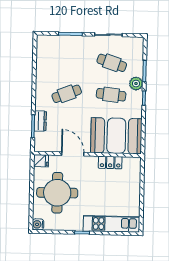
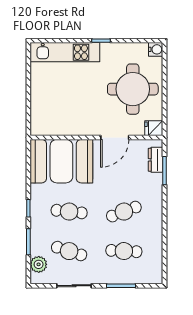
cafe table: (67, 62) -> (124, 251), added
plant: (136, 84) -> (39, 264), moved
dresser: (40, 121) -> (156, 160), moved
door: (73, 154) -> (115, 137), hinge flipped
locker: (110, 162) -> (68, 128), removed

